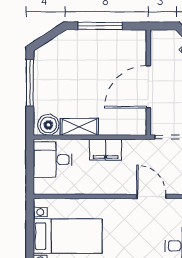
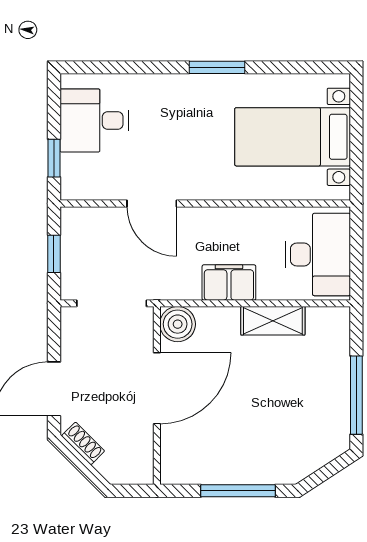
boiler: (48, 125) -> (178, 324), moved
desk: (53, 160) -> (318, 254), width x1.37

